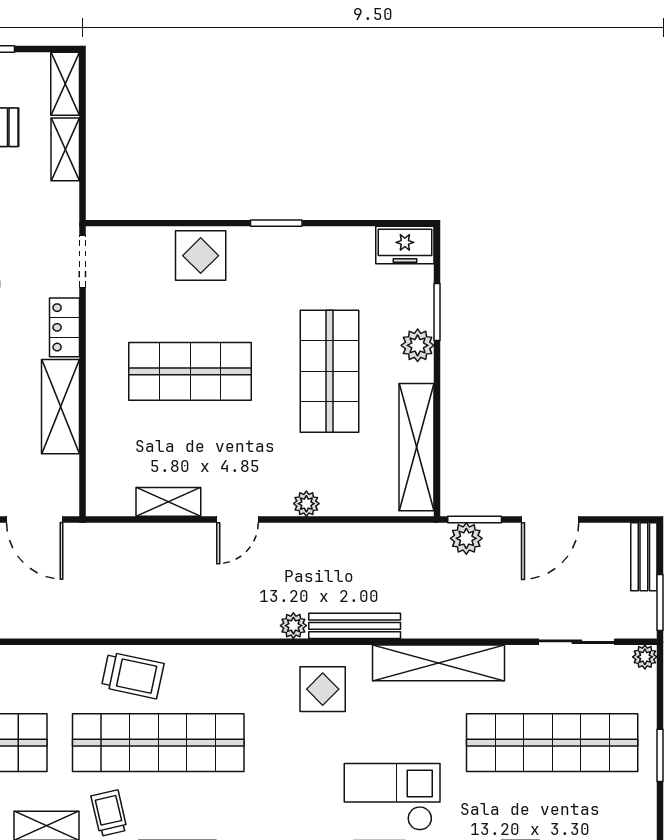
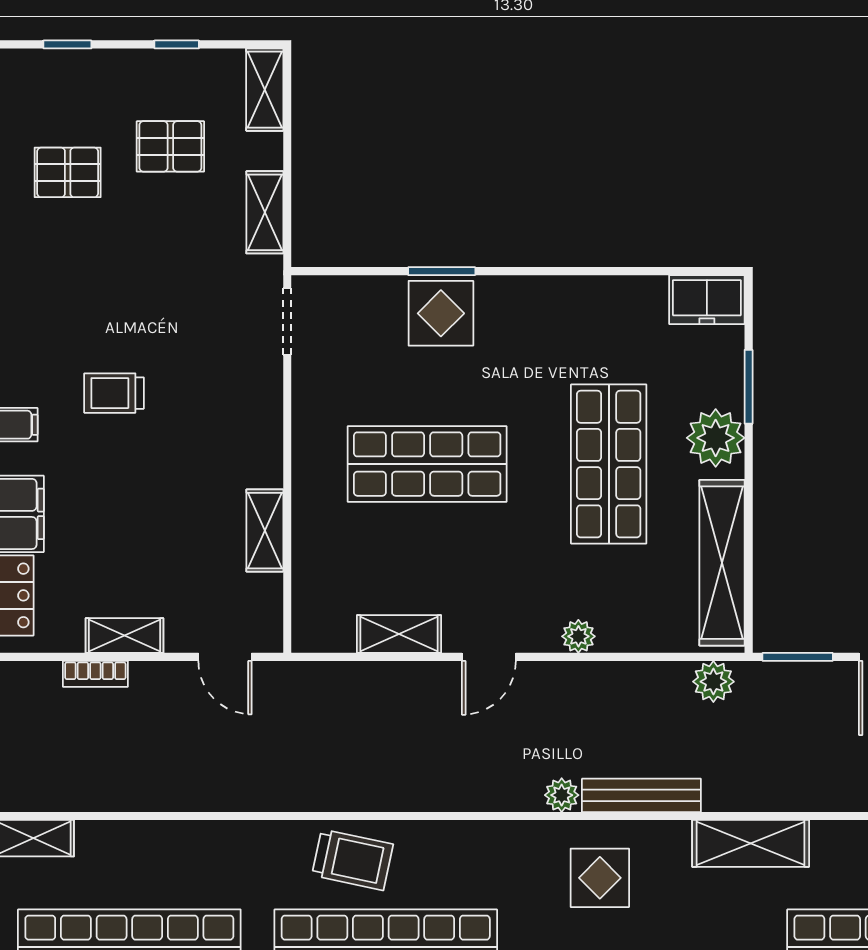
shelving: (65, 149) -> (265, 212), moved
window: (276, 223) -> (442, 271), moved
locker: (65, 327) -> (264, 407), removed
plant: (418, 345) -> (716, 438), width x1.36, depth x1.36
shelving: (61, 407) -> (265, 531), width x0.67, depth x0.75
door: (35, 520) -> (225, 657), width x0.73
plant: (466, 538) -> (713, 682), moved
shelving: (438, 663) -> (751, 843), width x0.68

